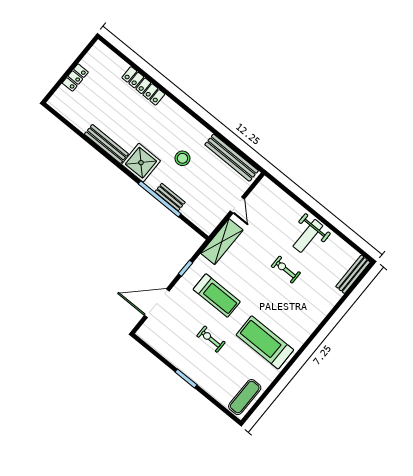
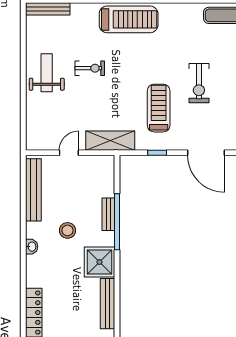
washbasin: (192, 123) -> (32, 247), added
weight bench: (308, 236) -> (47, 73), turned -90
exercise bike: (286, 270) -> (90, 68), turned -90
exercise bike: (211, 339) -> (199, 83), width x1.38, depth x1.39
treadmill: (265, 342) -> (129, 19), moved, turned -90

